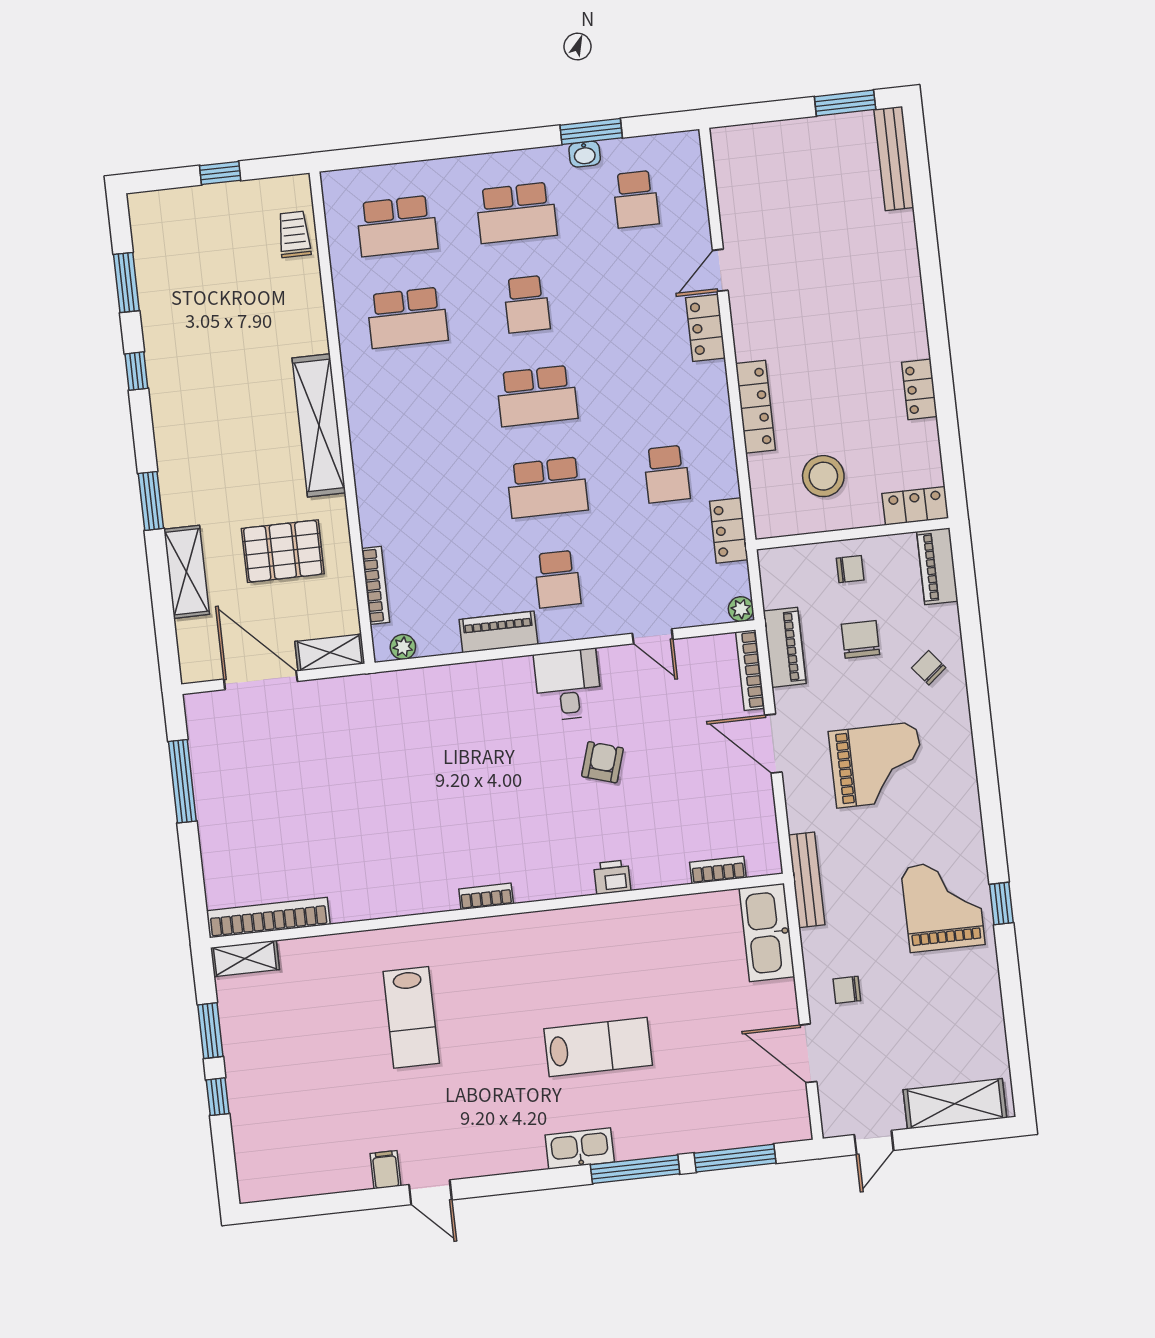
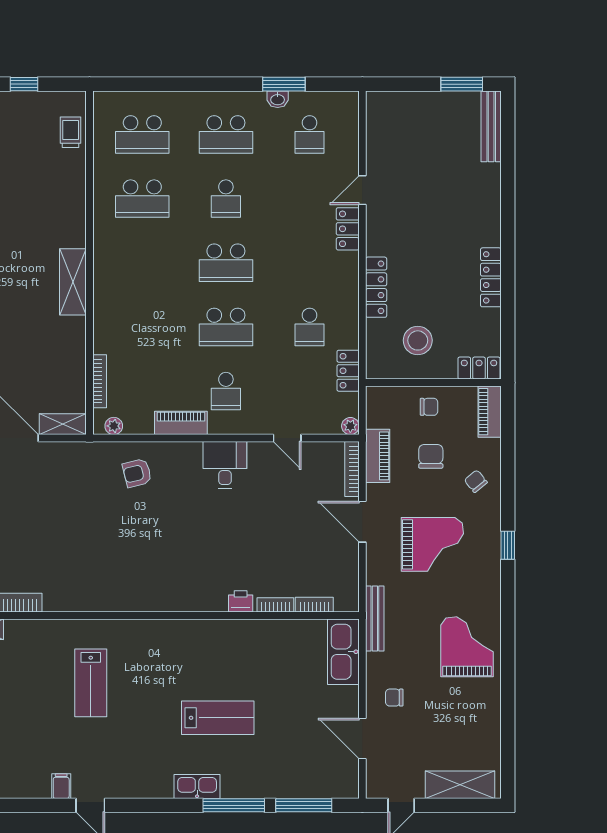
locker: (919, 389) -> (491, 277), width x1.53
shelving: (319, 425) -> (73, 282), width x0.68
pallet: (283, 551) -> (38, 350), removed
armchair: (602, 762) -> (137, 473), moved, turned -121
bookcase: (486, 896) -> (275, 605), moved
window: (1001, 904) -> (508, 545), moved

